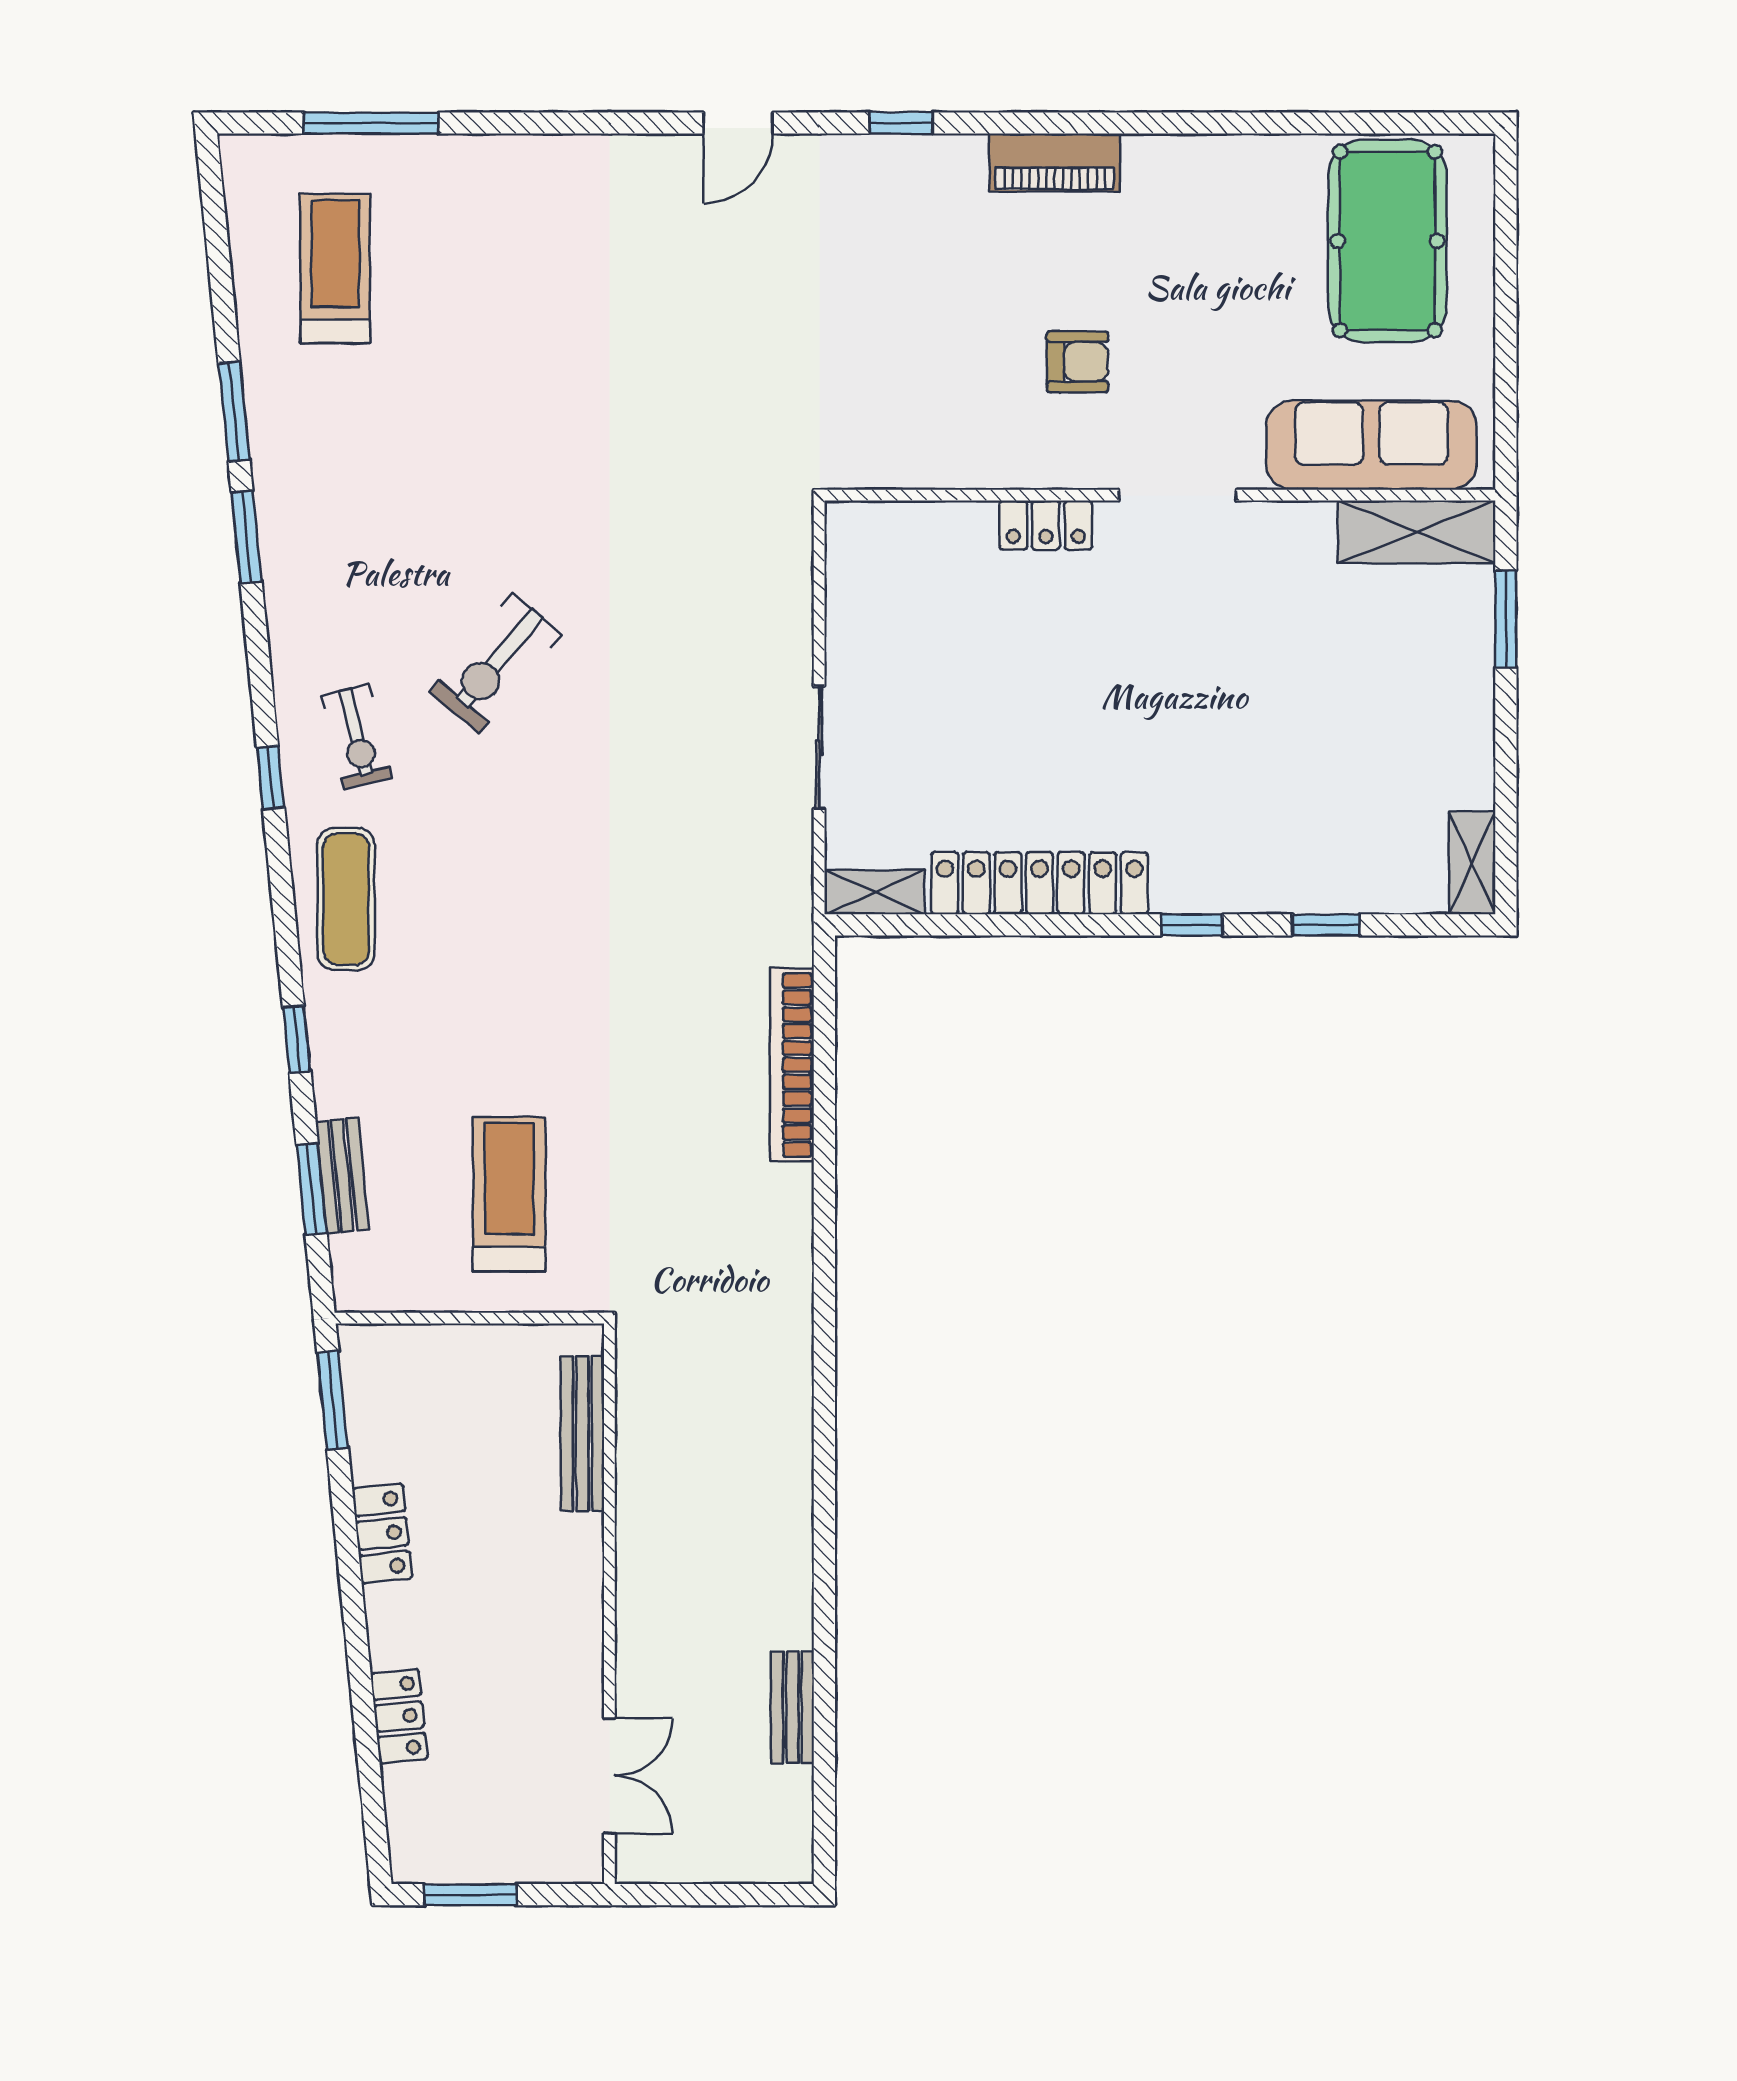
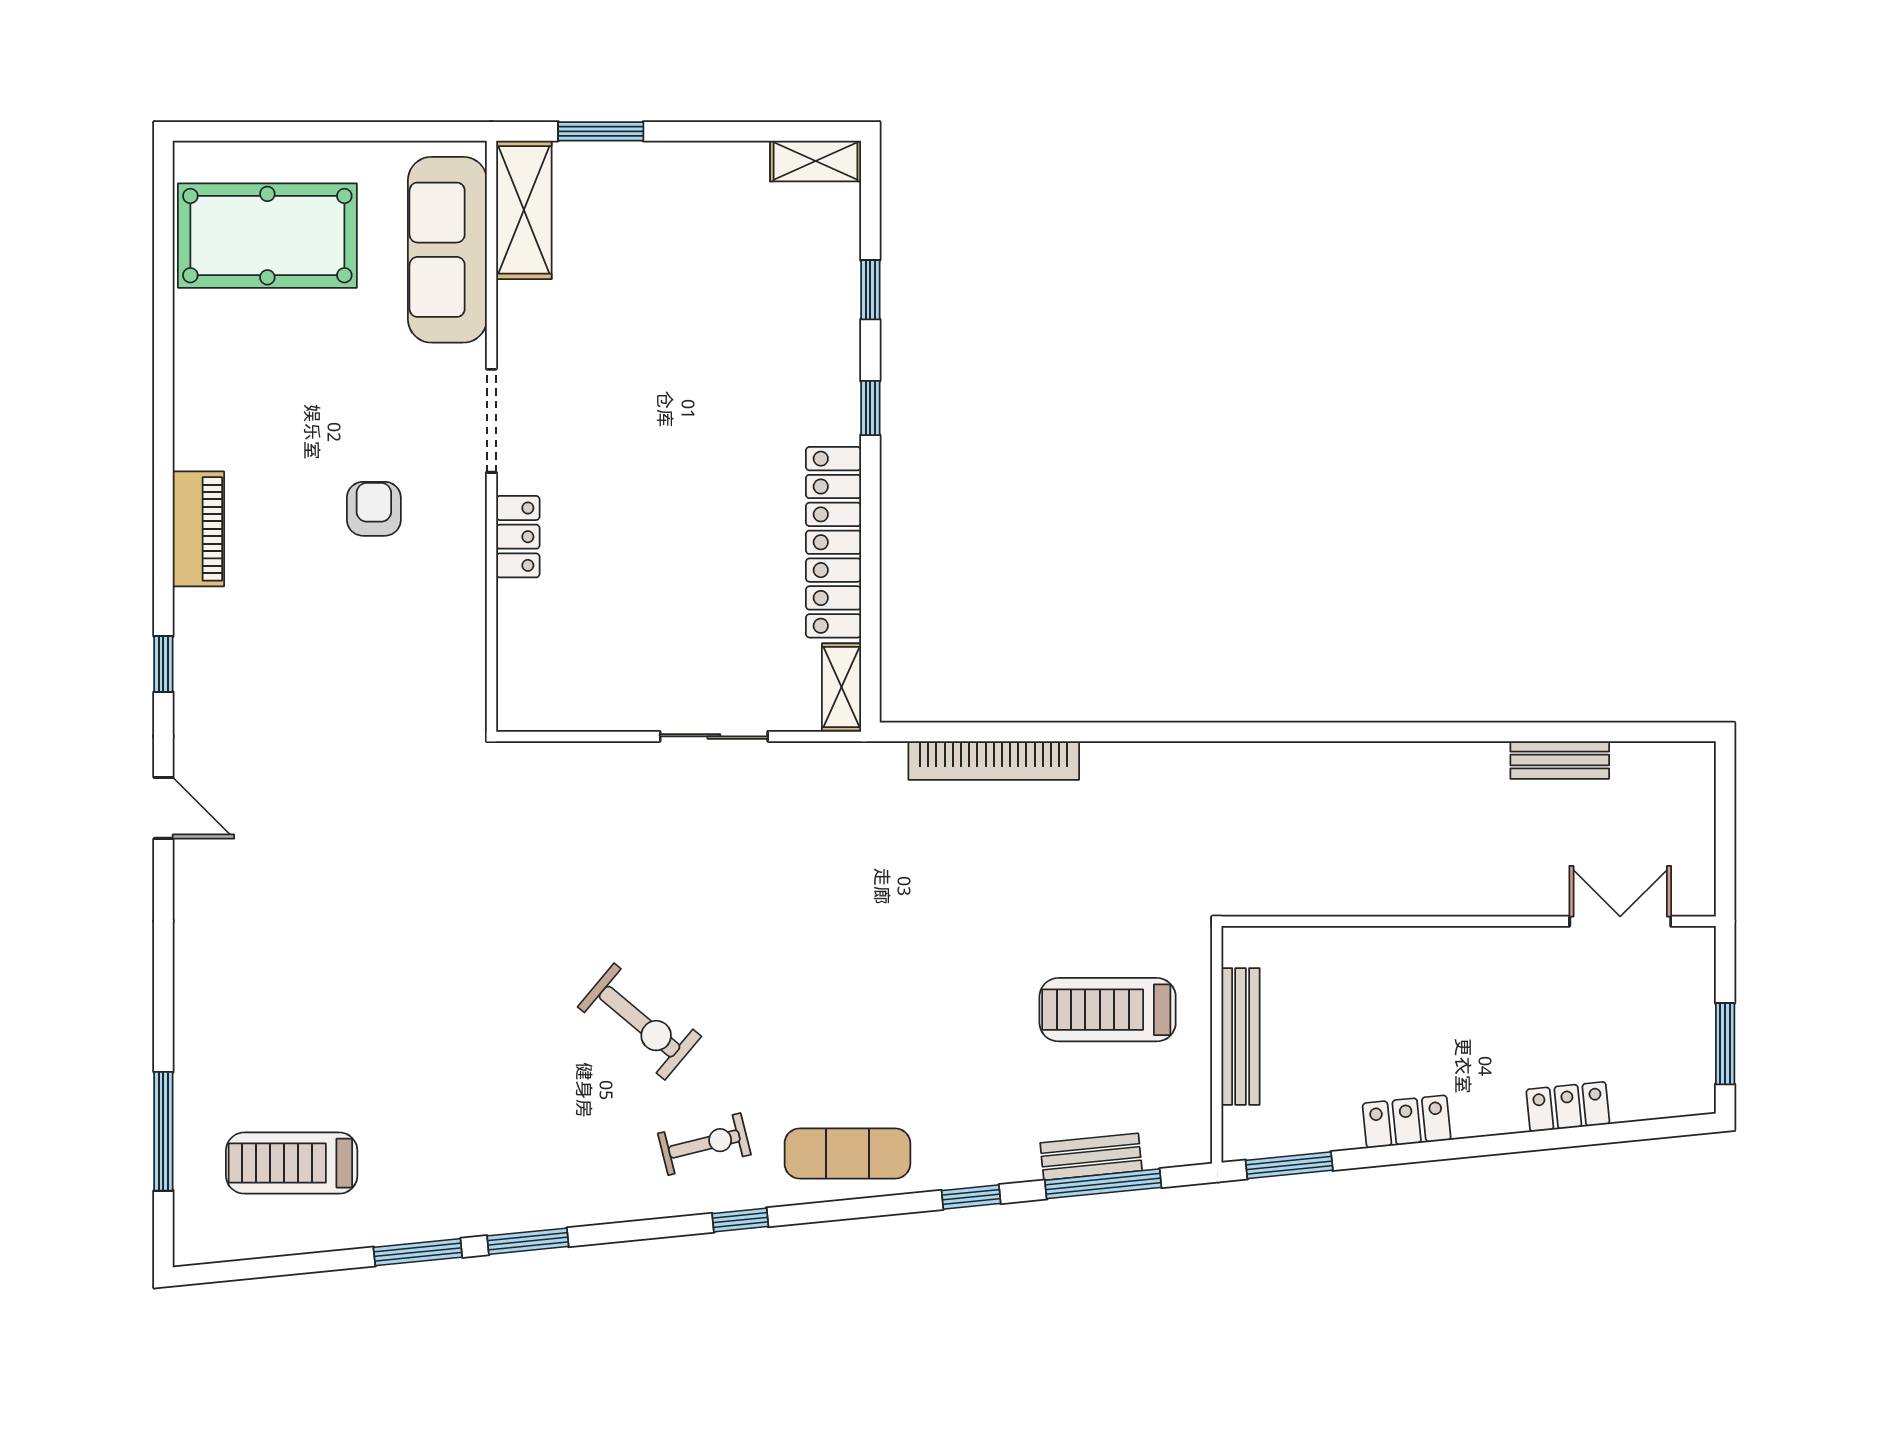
window: (312, 1189) -> (1103, 1184), width x1.44
bench: (582, 1433) -> (1241, 1036), moved, turned 90

